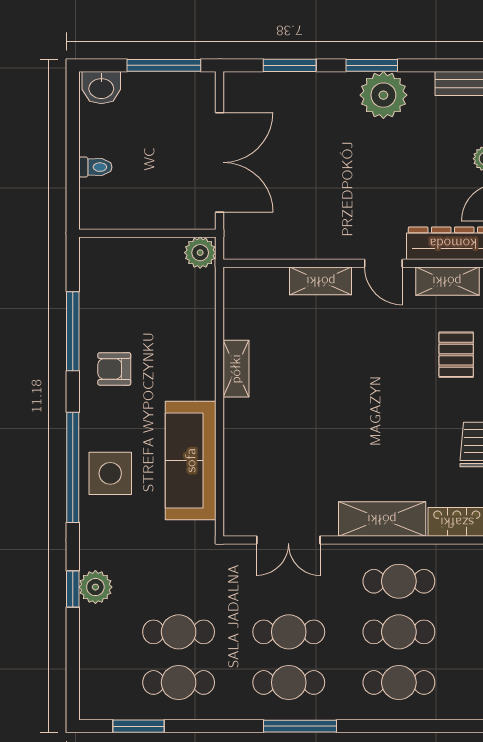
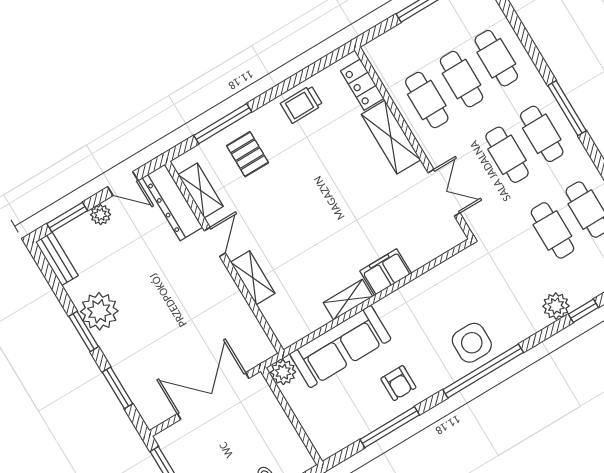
pallet: (456, 355) -> (248, 154), turned 90
filing cabinet: (241, 427) -> (386, 272), added
sofa: (191, 460) -> (340, 347), moved
window: (73, 589) -> (583, 311), moved

